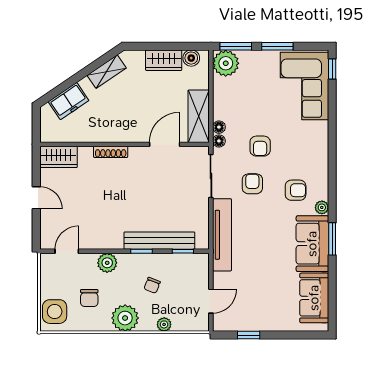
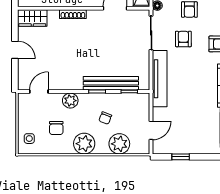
side table: (55, 312) -> (29, 139), width x0.54, depth x0.54
plant: (164, 324) -> (119, 144), width x1.88, depth x1.88

